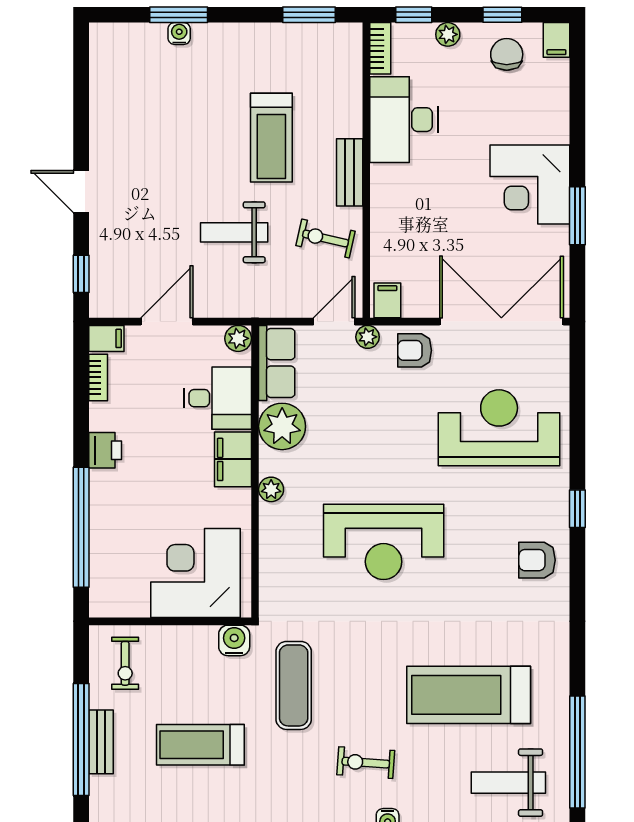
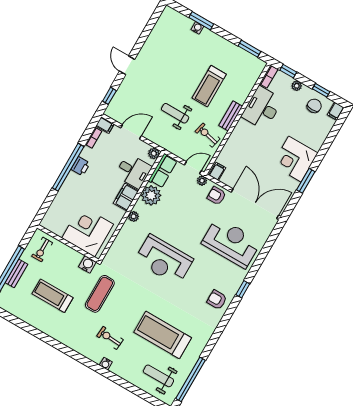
window: (81, 527) -> (68, 167), moved

